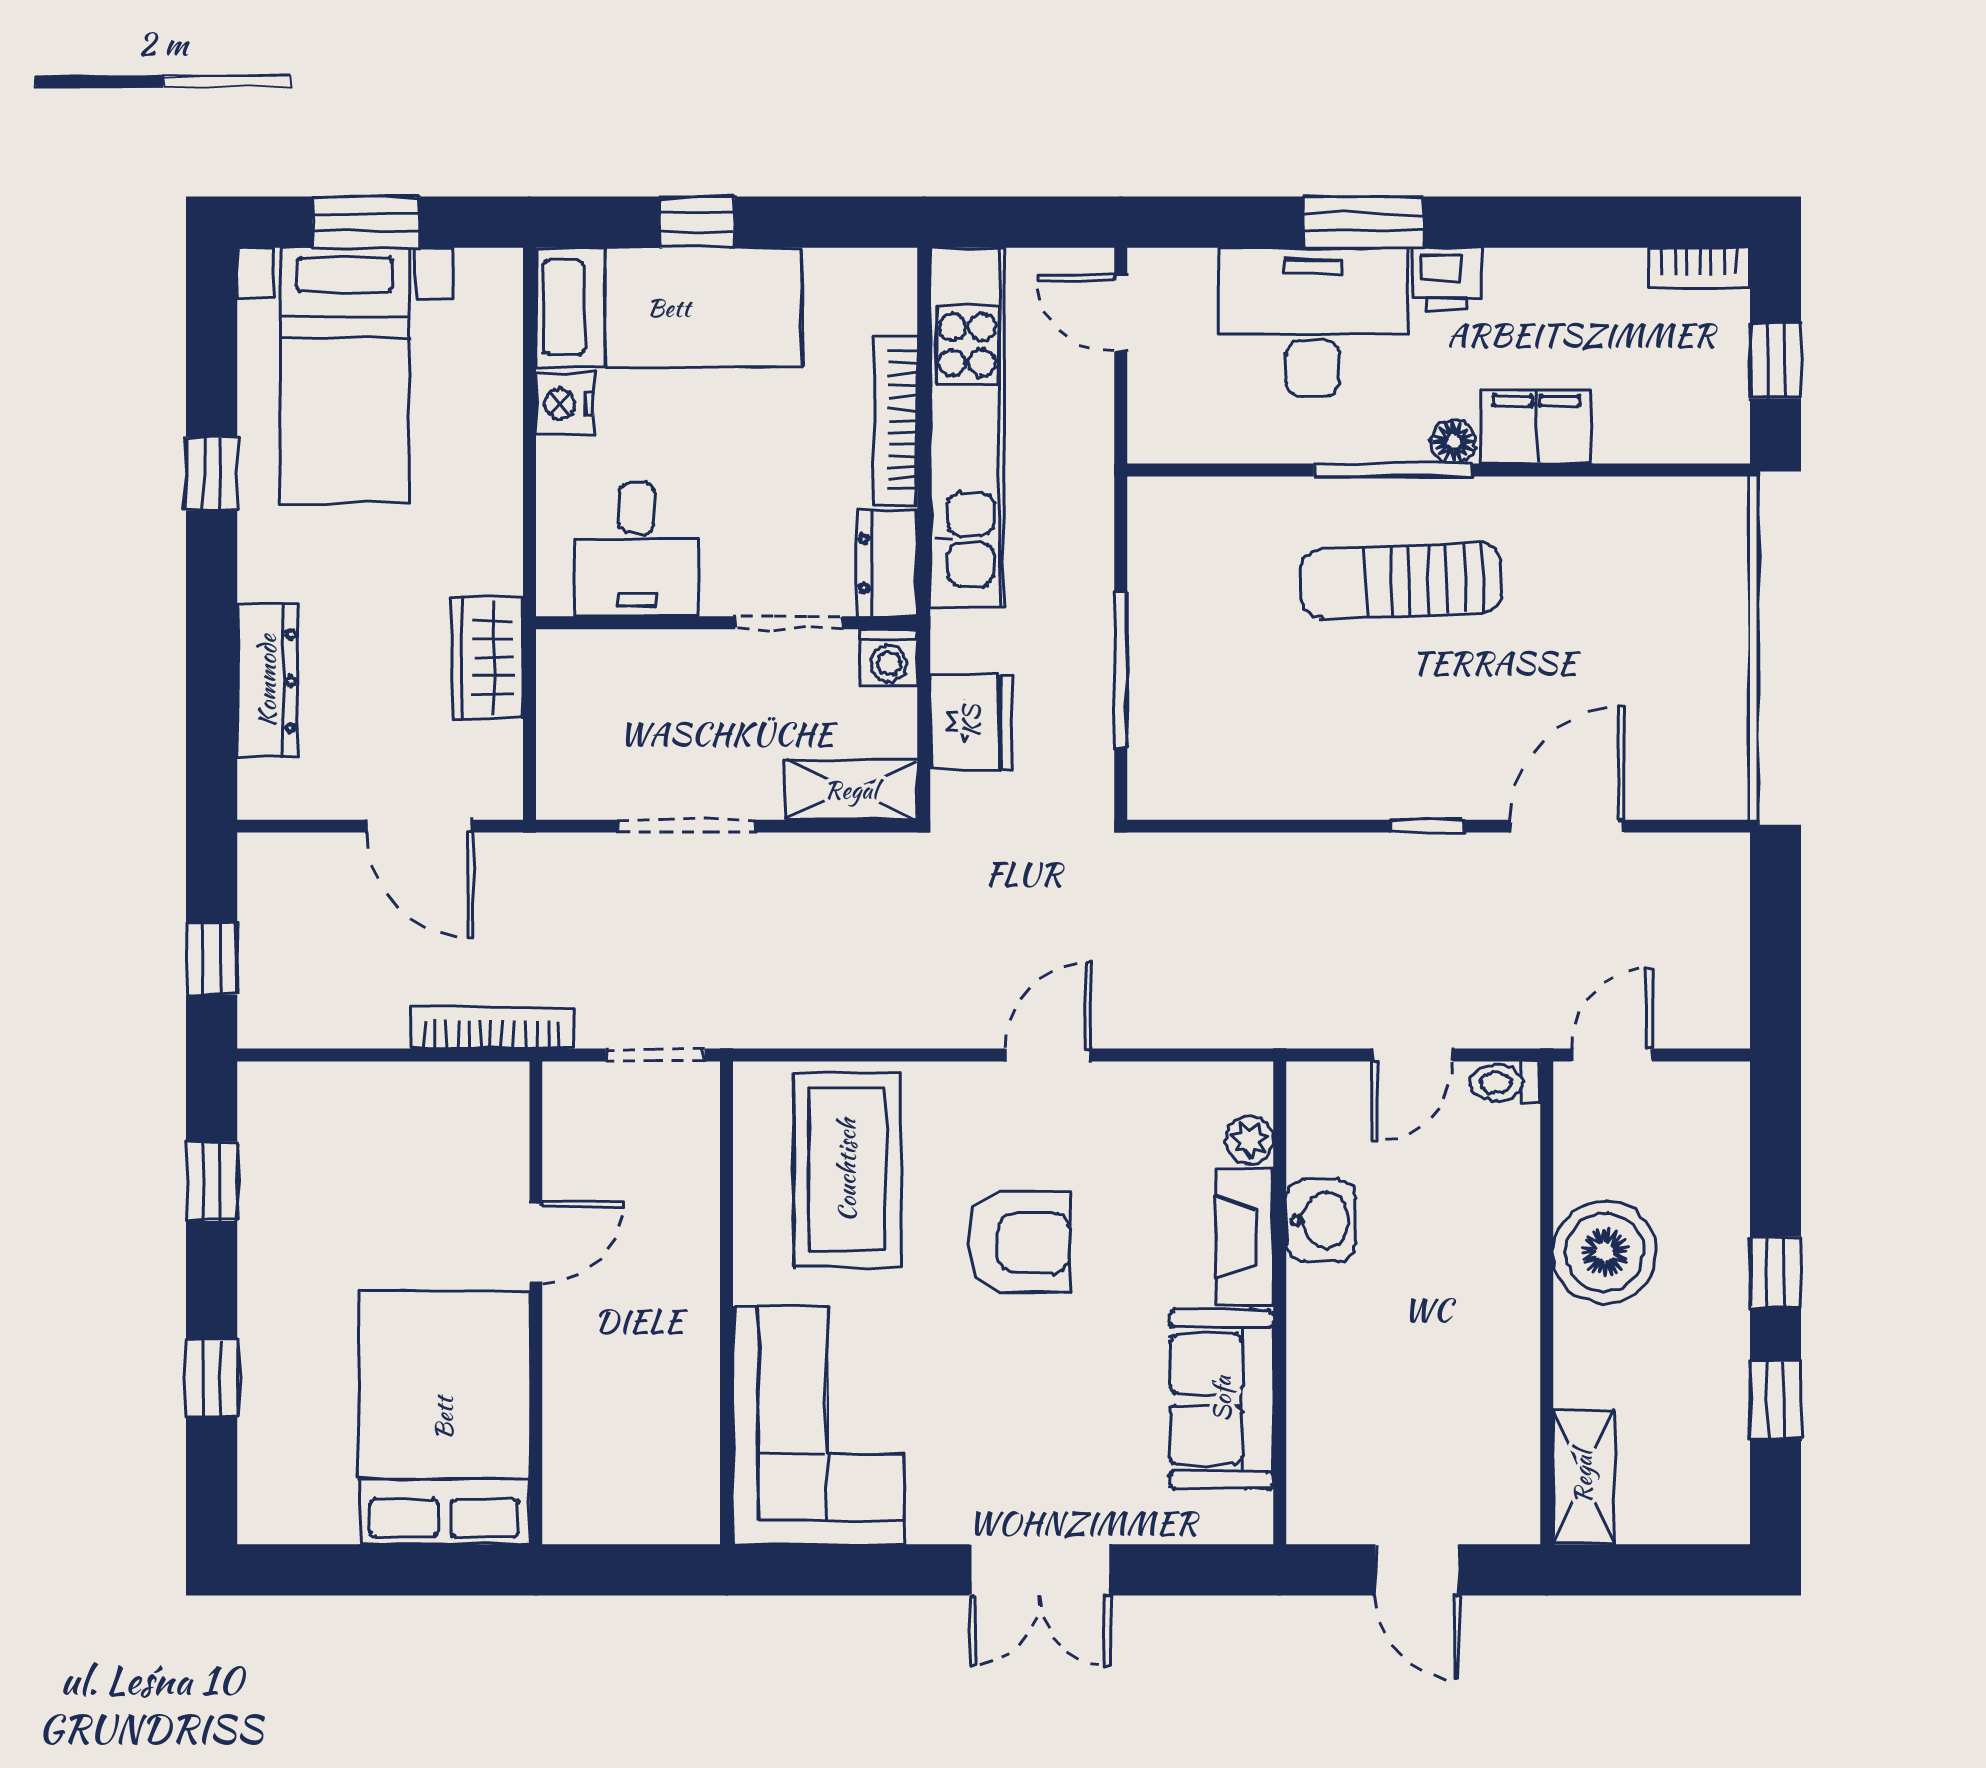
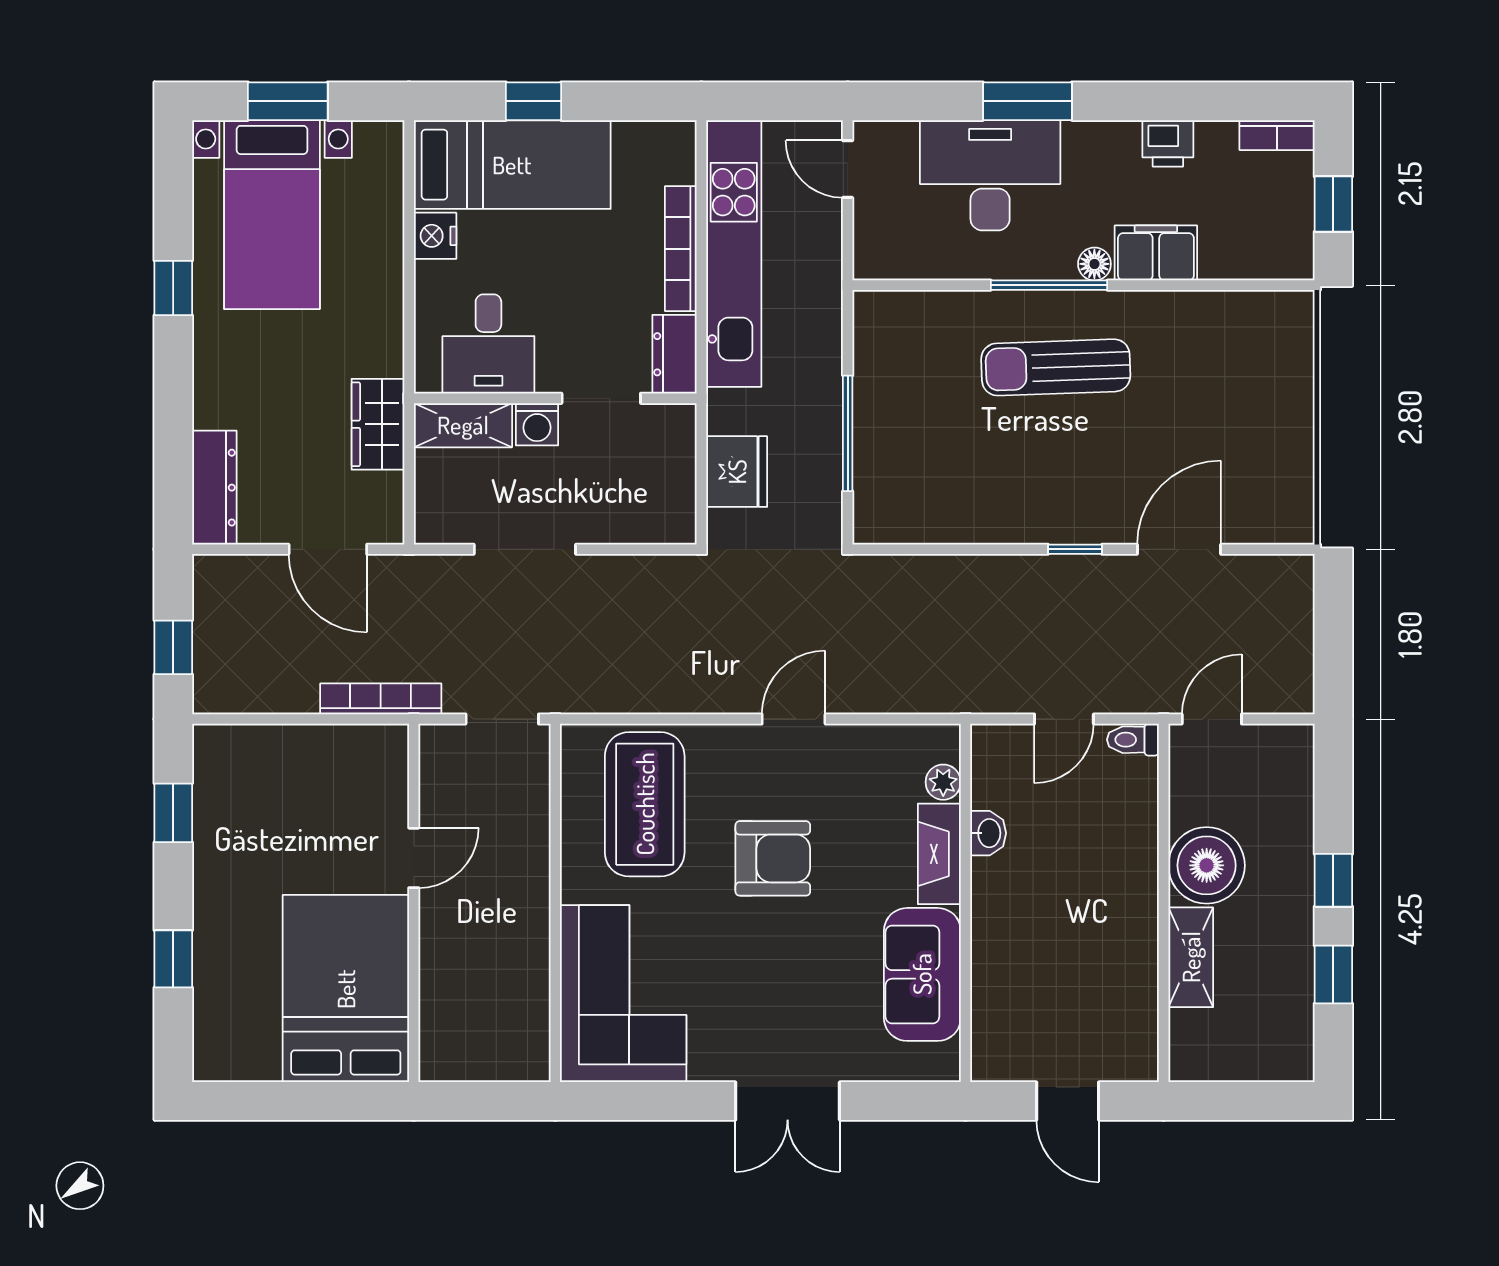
printer: (1447, 279) -> (1168, 143), moved
washing machine: (889, 658) -> (537, 424), moved
dresser: (267, 681) -> (214, 488), moved
shelving: (851, 790) -> (463, 425), moved
washbasin: (1321, 1220) -> (988, 833), width x0.72, depth x0.69
shelving: (1583, 1477) -> (1191, 957), moved

